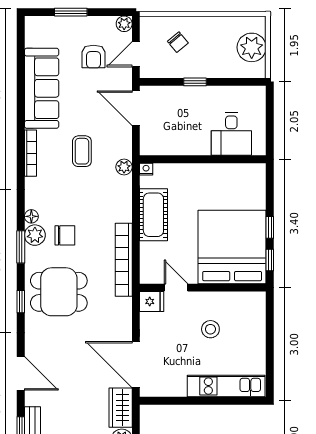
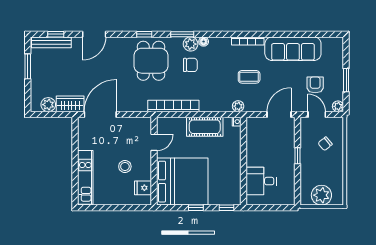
window: (71, 12) -> (346, 80), moved
armchair: (93, 56) -> (315, 85), turned 90
chair: (65, 235) -> (190, 65), turned -90
window: (270, 260) -> (226, 208), moved
fridge: (152, 301) -> (143, 188), moved, turned 90

